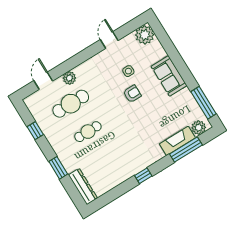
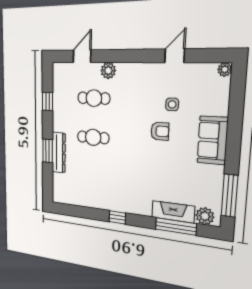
plant: (145, 35) -> (225, 69), width x0.53, depth x0.53
cafe table: (71, 104) -> (94, 98), width x0.73, depth x0.74
dresser: (83, 186) -> (59, 153), moved

